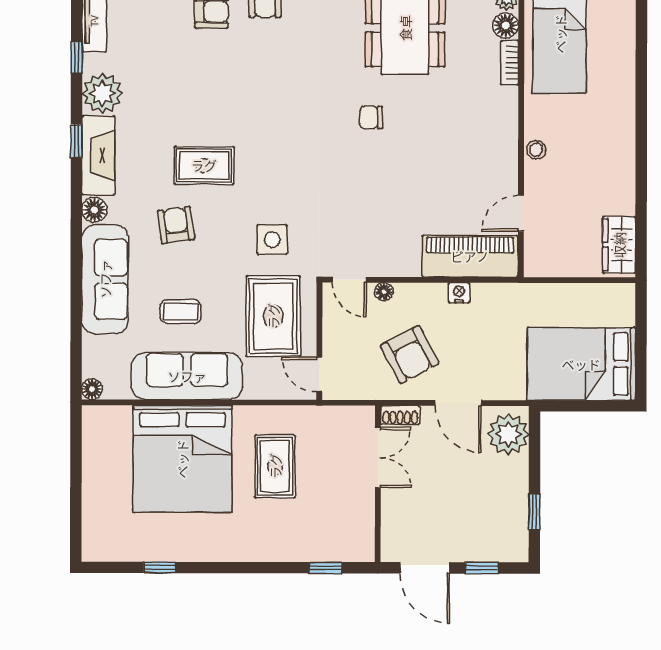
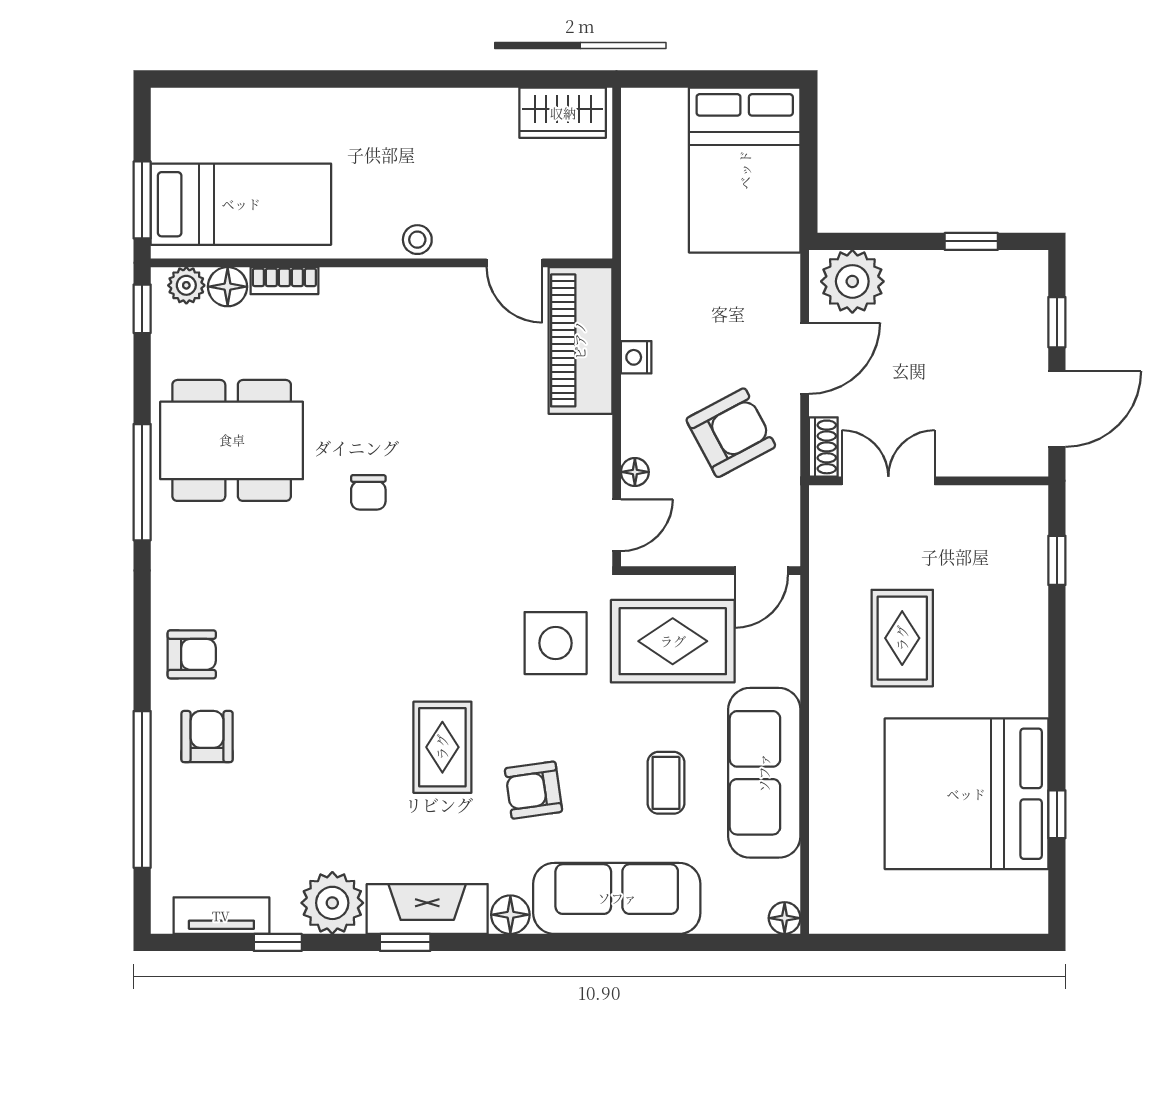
side table: (272, 240) -> (556, 643), width x1.37, depth x1.37
bed: (182, 459) -> (966, 794), moved, turned 180
rug: (275, 466) -> (902, 638), turned 90

